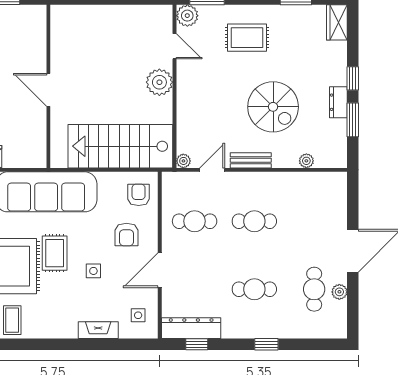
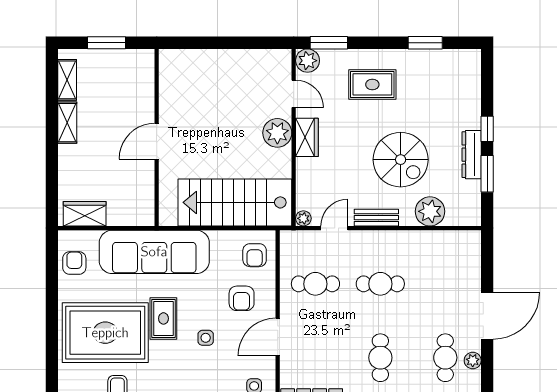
wardrobe: (337, 22) -> (307, 137), moved, turned 180
door: (48, 90) -> (157, 141), hinge flipped
dresser: (338, 102) -> (472, 155), width x1.44
plant: (306, 161) -> (430, 211), width x1.87, depth x1.87
armchair: (139, 195) -> (255, 255), turned 180
cafe table: (254, 289) -> (380, 358), turned 90

